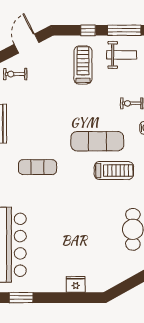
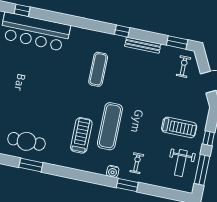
treadmill: (114, 171) -> (81, 135), turned 180

